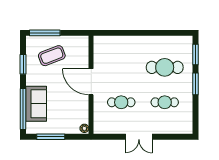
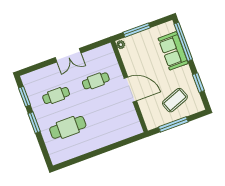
window: (45, 33) -> (173, 124), moved
window: (195, 54) -> (25, 97), moved
window: (51, 137) -> (137, 30), moved
double door: (139, 137) -> (68, 55), swing flipped

